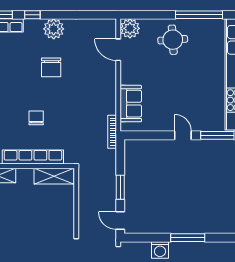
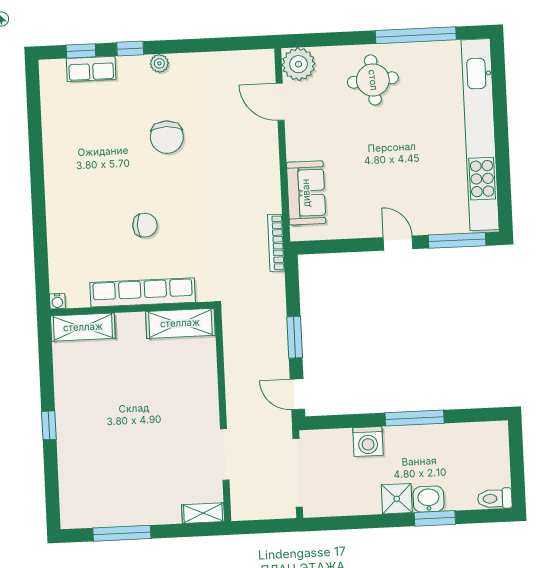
plant: (54, 29) -> (159, 63), width x0.53, depth x0.53
chair: (36, 118) -> (145, 225), turned 90

